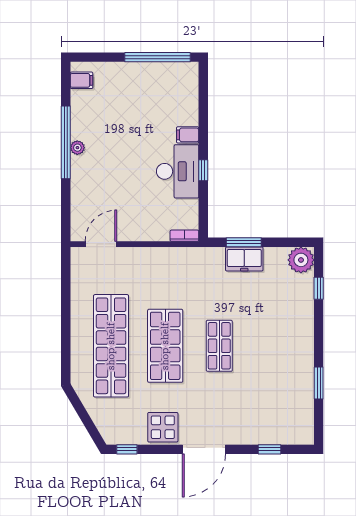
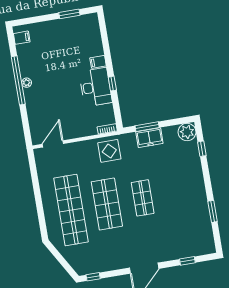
window: (157, 57) -> (69, 14), width x0.47
display table: (163, 427) -> (109, 151), moved

